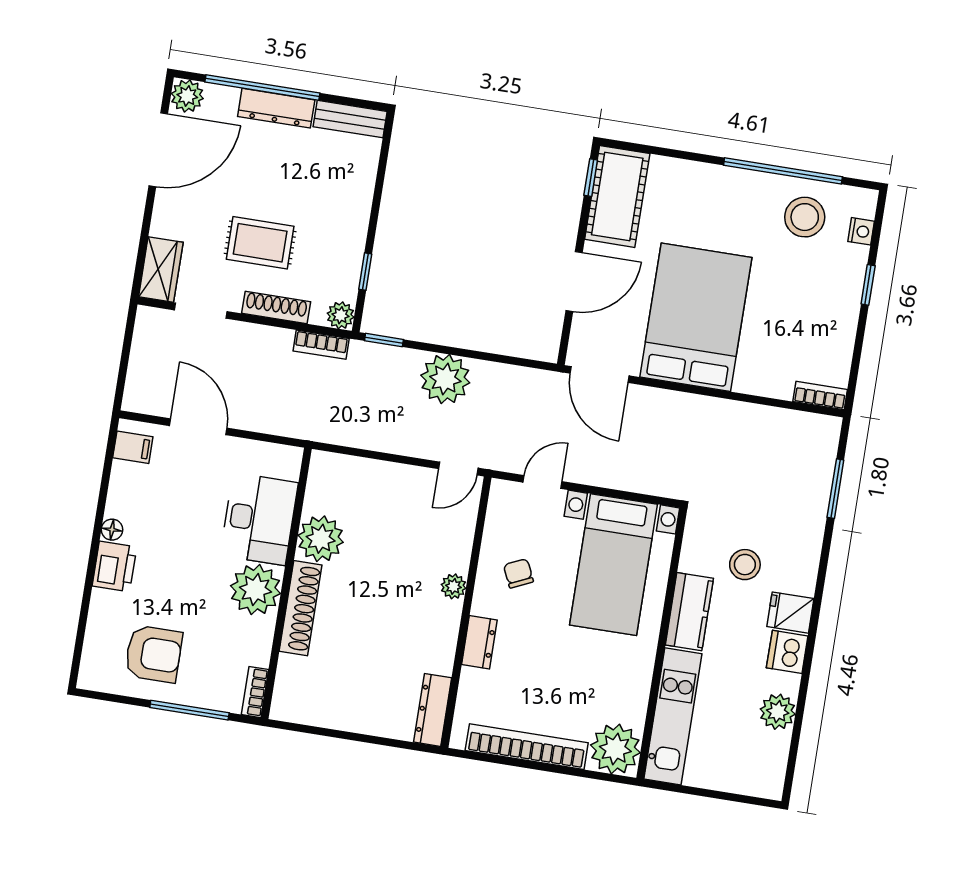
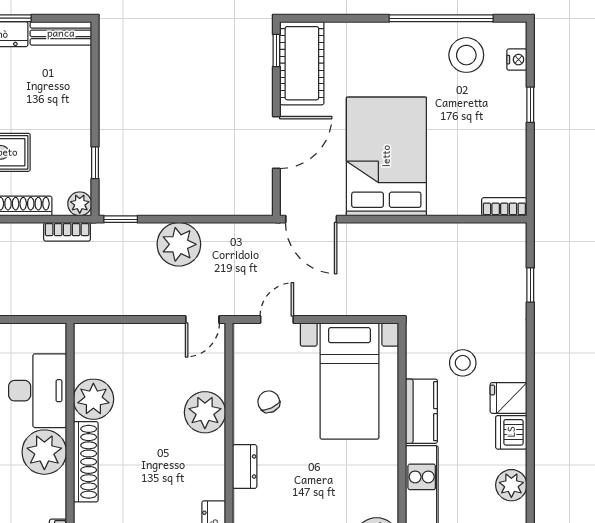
window: (835, 489) -> (530, 285), width x0.67
plant: (454, 586) -> (205, 412), width x1.87, depth x1.87

